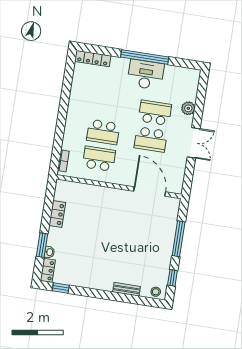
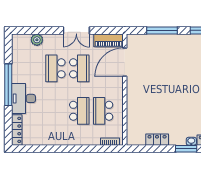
desk: (146, 75) -> (23, 98), moved
plant: (188, 108) -> (37, 40), moved
double door: (194, 143) -> (76, 30), swing flipped
piano: (177, 177) -> (108, 40), added

